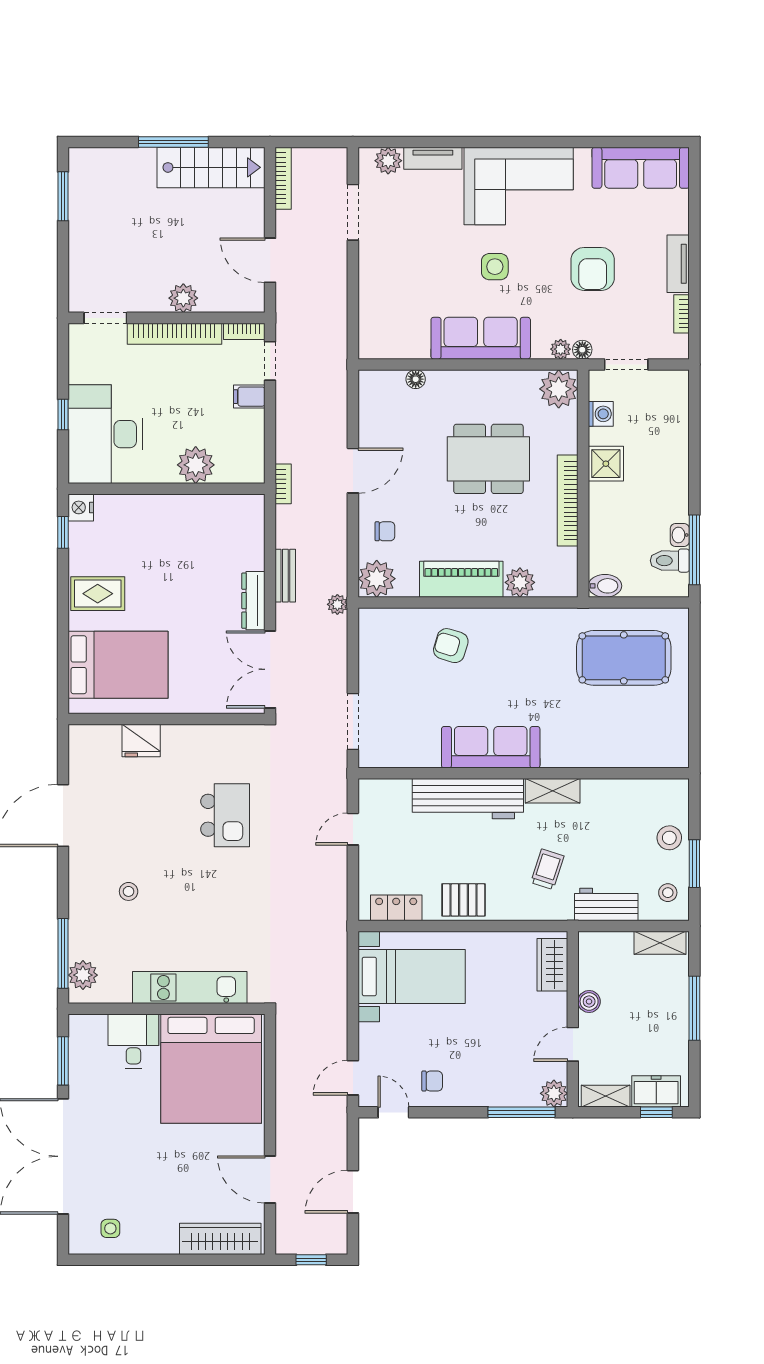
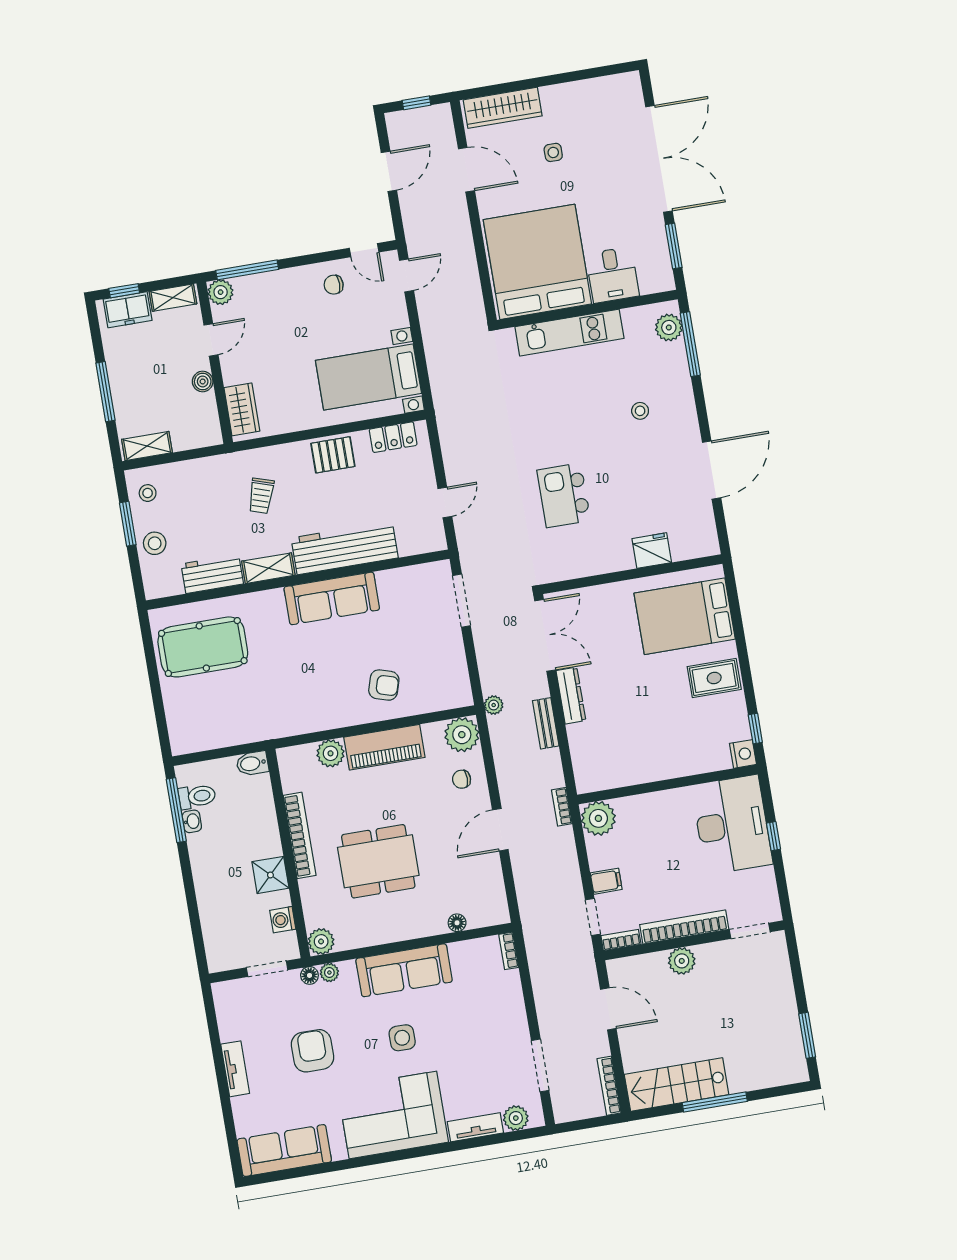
bookcase: (682, 314) -> (509, 951), moved, turned 180
plant: (559, 389) -> (321, 941), width x0.73, depth x0.73
plant: (196, 465) -> (598, 818), moved
pool table: (624, 658) -> (203, 647), moved
workbench: (606, 905) -> (212, 574), moved, turned 180
side table: (110, 1228) -> (553, 152), moved

